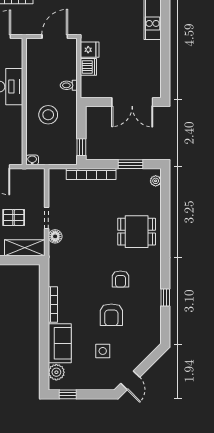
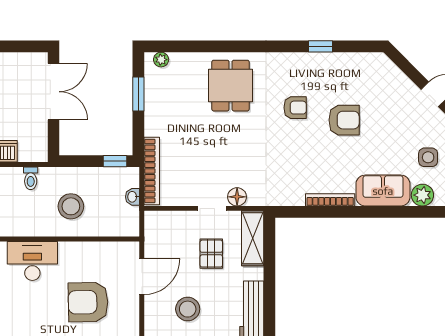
washbasin: (32, 160) -> (133, 197), moved
bookcase: (91, 174) -> (152, 171), moved
side table: (103, 351) -> (428, 157), moved

